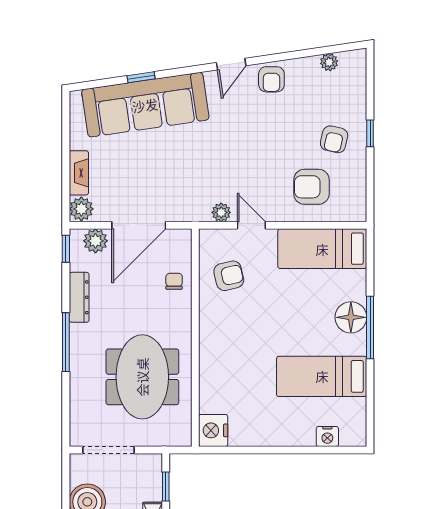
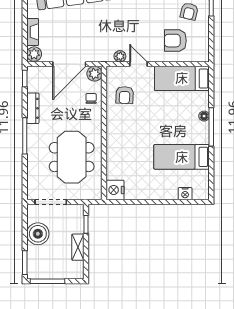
plant: (95, 241) -> (94, 74), moved
armchair: (229, 276) -> (125, 95), turned 106
floor lamp: (351, 317) -> (204, 116), width x0.53, depth x0.53

